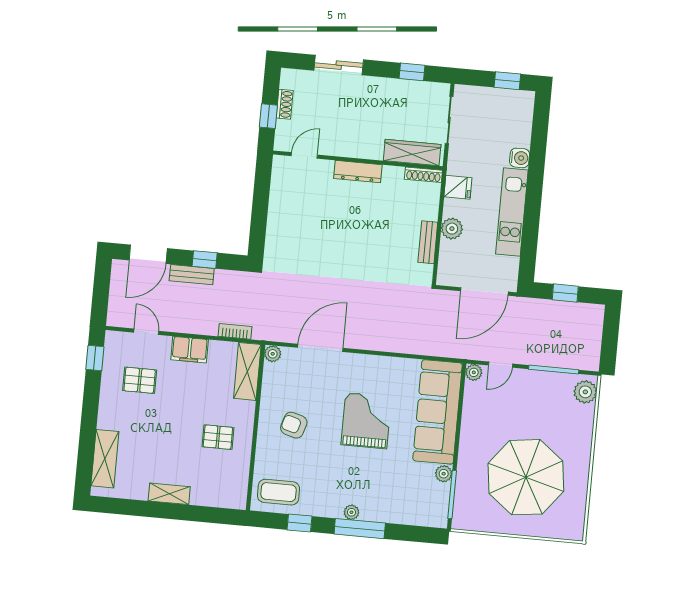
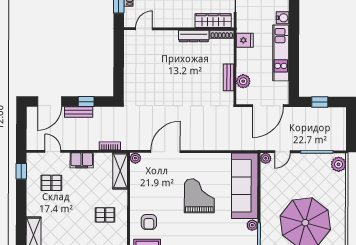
dresser: (358, 172) -> (194, 36), moved
plant: (452, 229) -> (243, 81), moved
armchair: (294, 425) -> (149, 222), moved, turned -106

